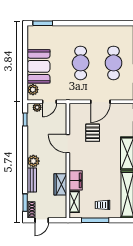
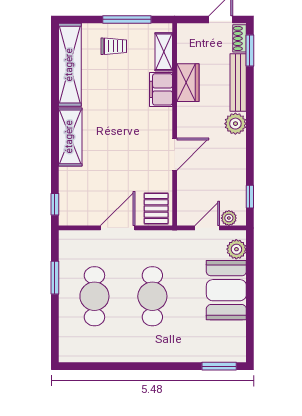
pallet: (93, 133) -> (156, 208), moved
door: (68, 144) -> (175, 154), hinge flipped
bench: (32, 180) -> (238, 83), width x1.36

